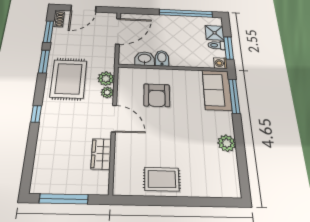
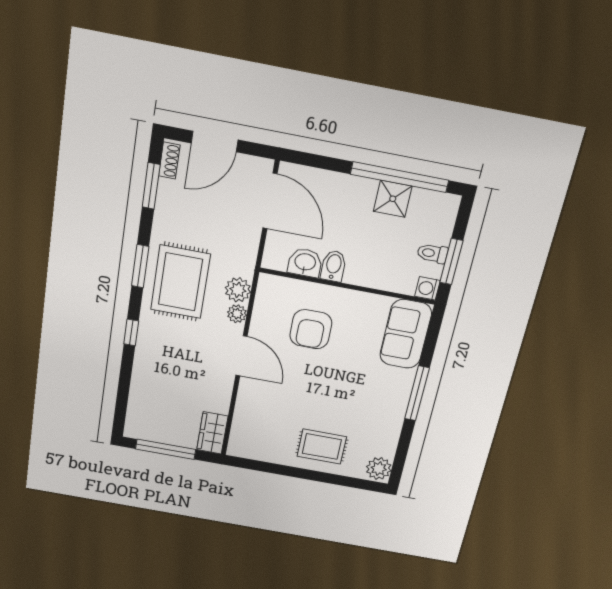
door: (118, 31) -> (270, 201), hinge flipped
shower: (215, 33) -> (393, 199), moved
window: (44, 61) -> (140, 266), moved
window: (234, 96) -> (417, 393), moved
plant: (227, 143) -> (379, 469), moved
wardrobe: (101, 154) -> (212, 433), moved
rug: (162, 179) -> (322, 447), moved

